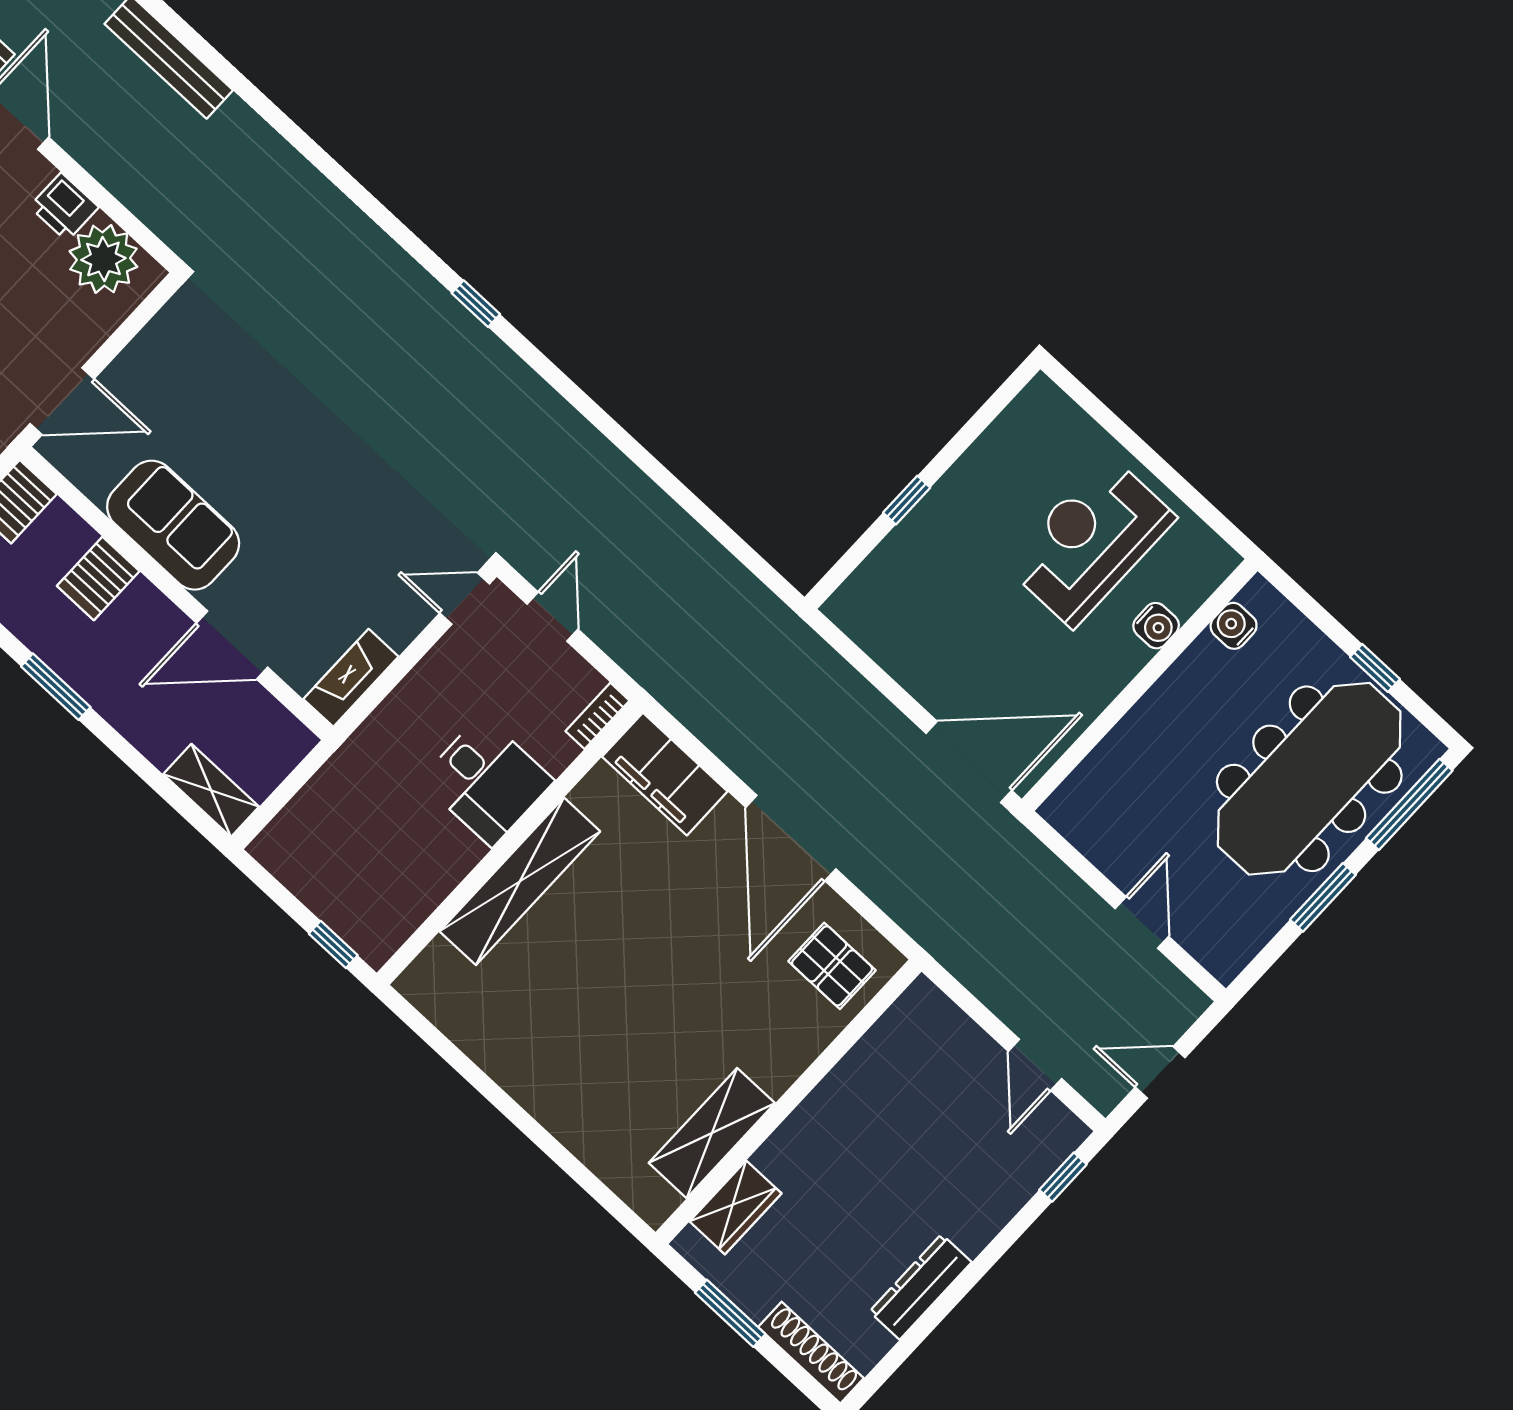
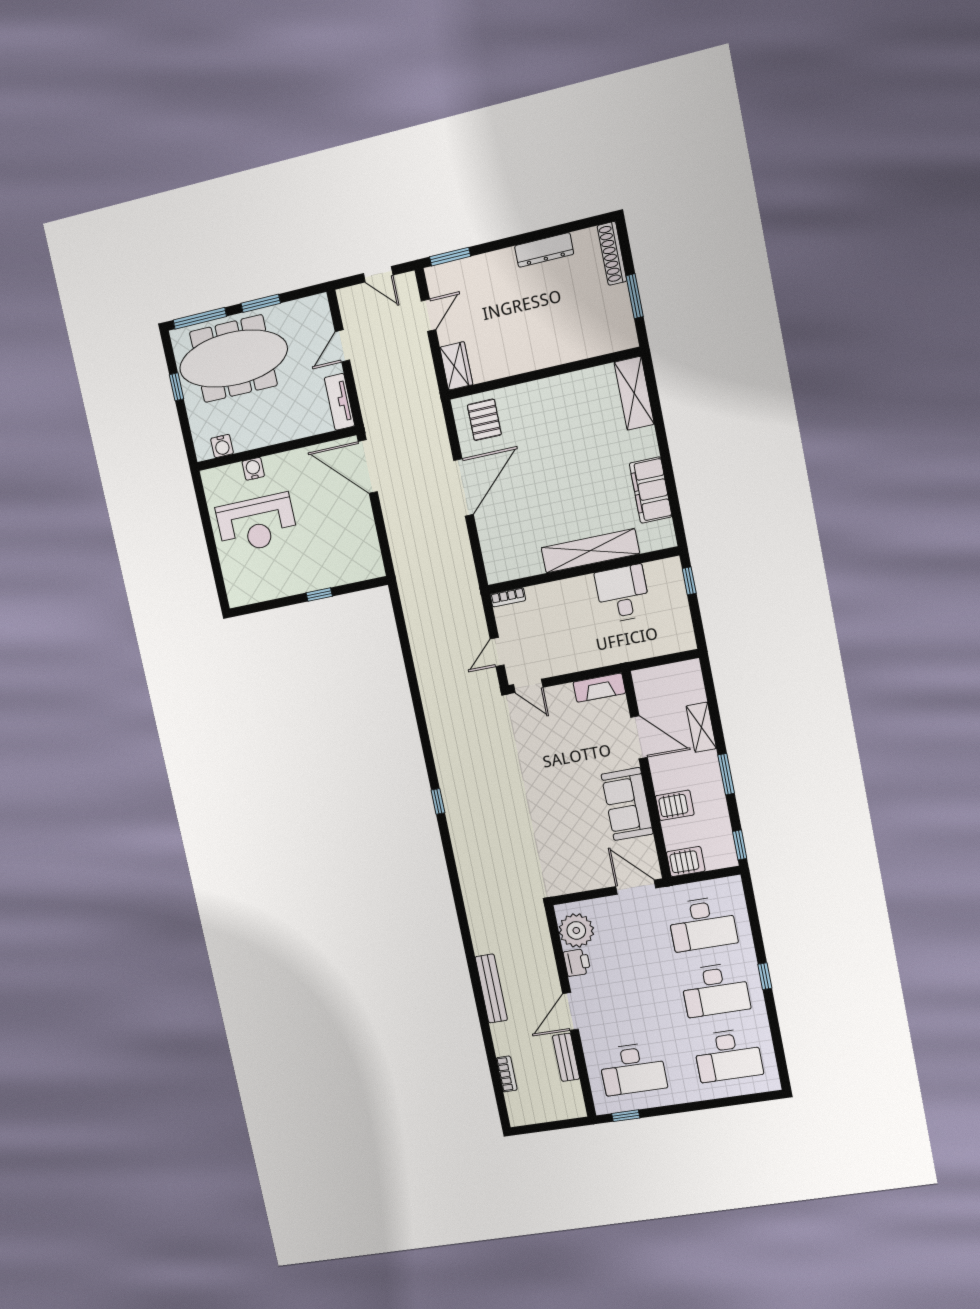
filing cabinet: (665, 774) -> (651, 490), moved, turned 180
desk: (487, 781) -> (623, 594), moved
shelving: (211, 790) -> (701, 727), moved
tv unit: (1086, 832) -> (339, 402), added
shelving: (712, 1133) -> (634, 393), moved, turned 90
window: (1063, 1177) -> (450, 257), width x1.50
wardrobe: (735, 1207) -> (456, 366), moved, turned 90

